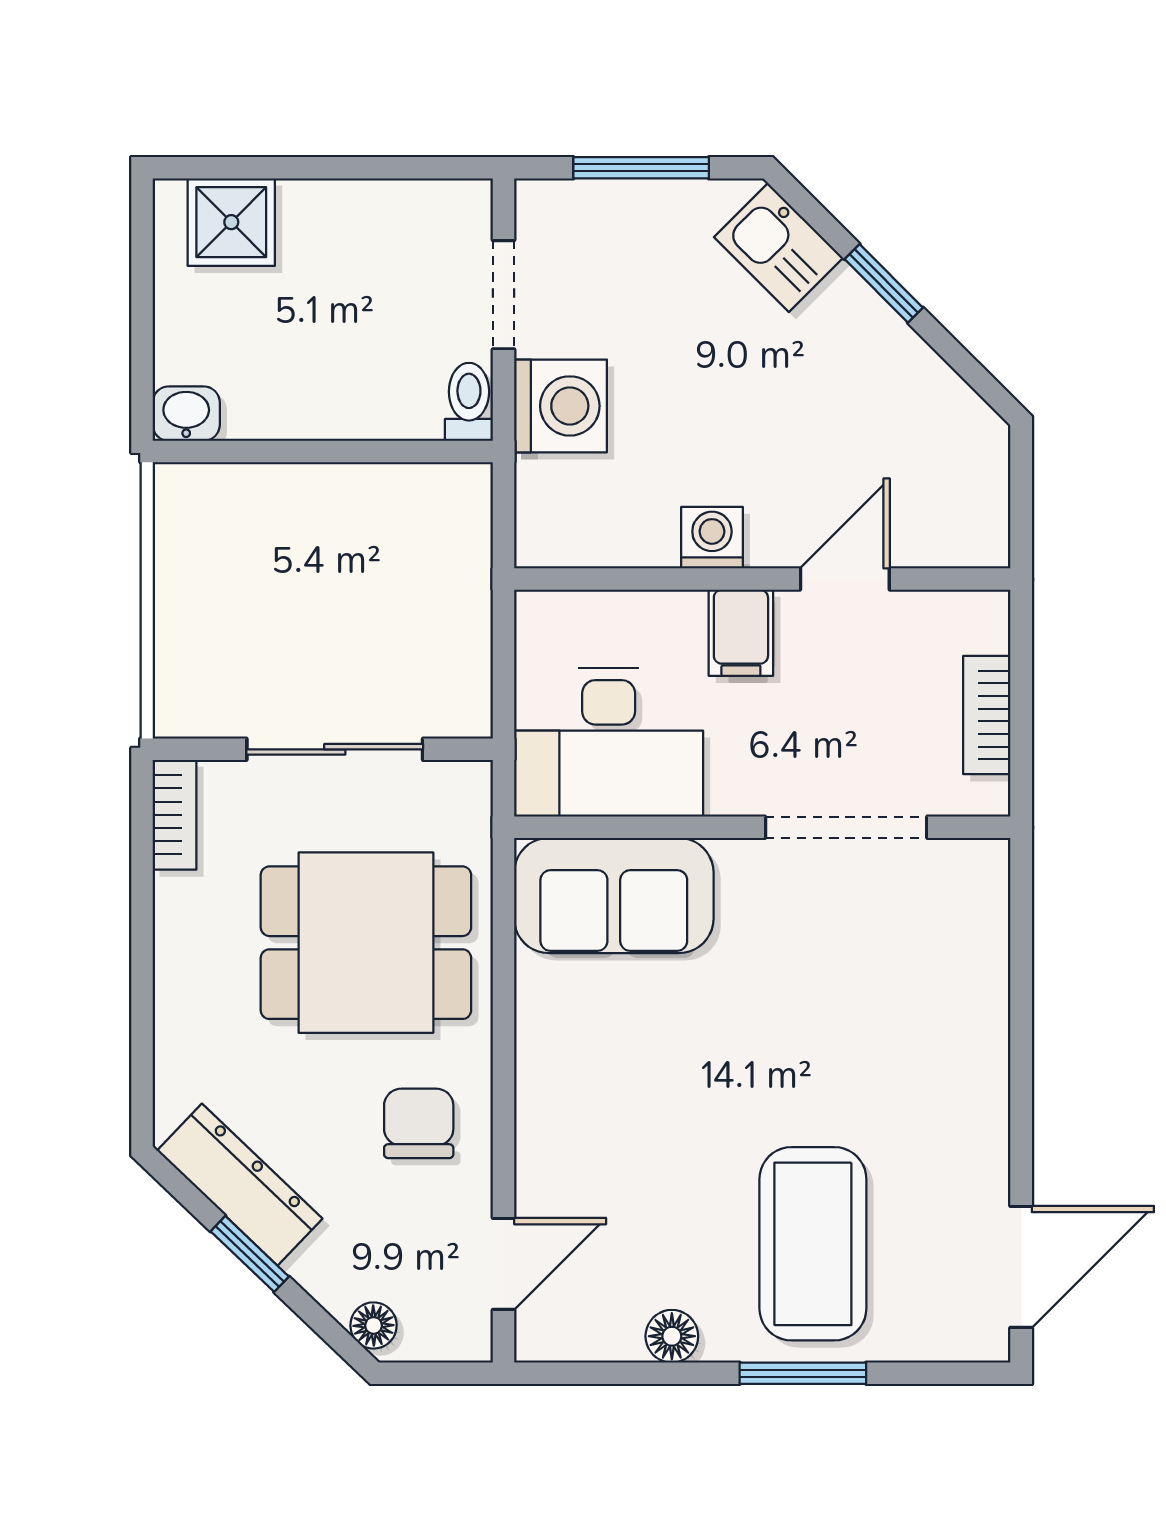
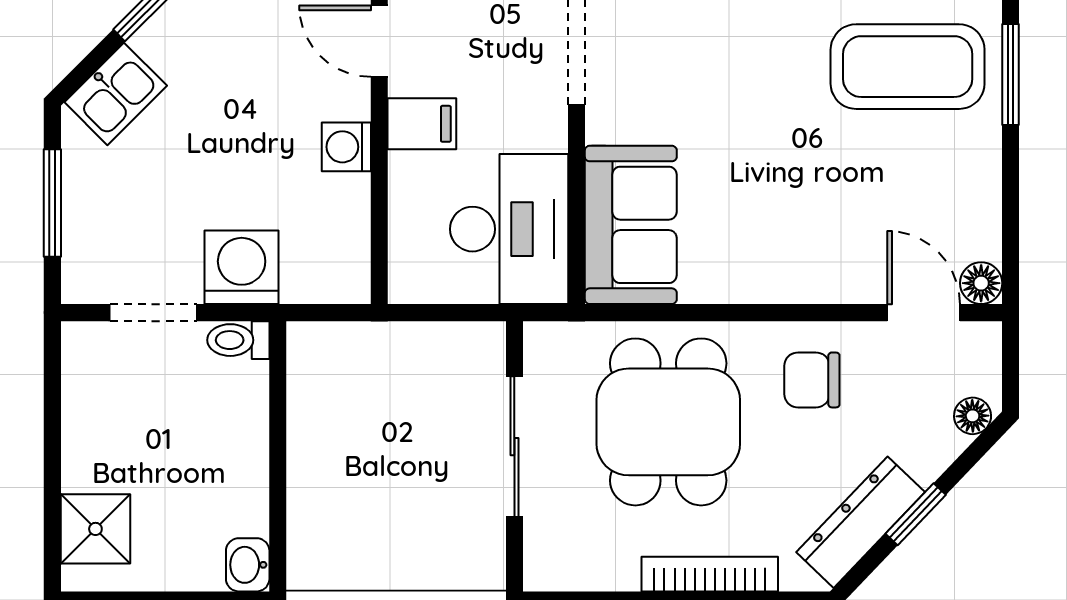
bookcase: (174, 815) -> (710, 574), moved, width x1.56
floor lamp: (672, 1336) -> (981, 283), moved

